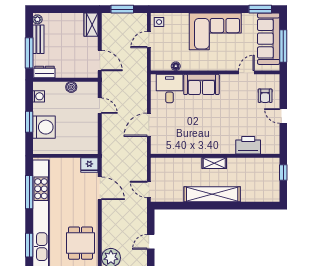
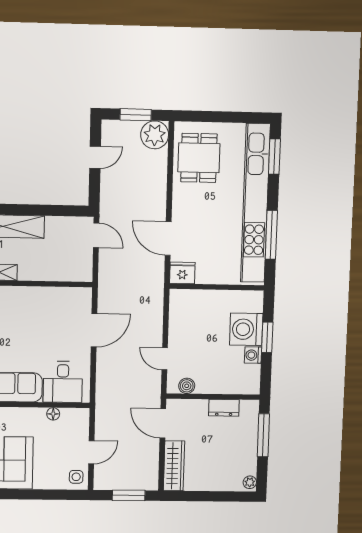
wardrobe: (91, 25) -> (174, 466), width x1.50
bench: (38, 39) -> (250, 454), removed
dresser: (44, 72) -> (224, 408), moved
boiler: (71, 87) -> (187, 386), moved
washing machine: (39, 96) -> (253, 355), moved

